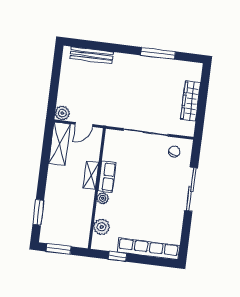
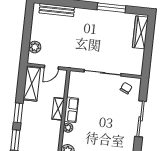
wardrobe: (190, 101) -> (140, 32), moved
plant: (62, 113) -> (35, 47), moved
window: (42, 179) -> (18, 113), added

